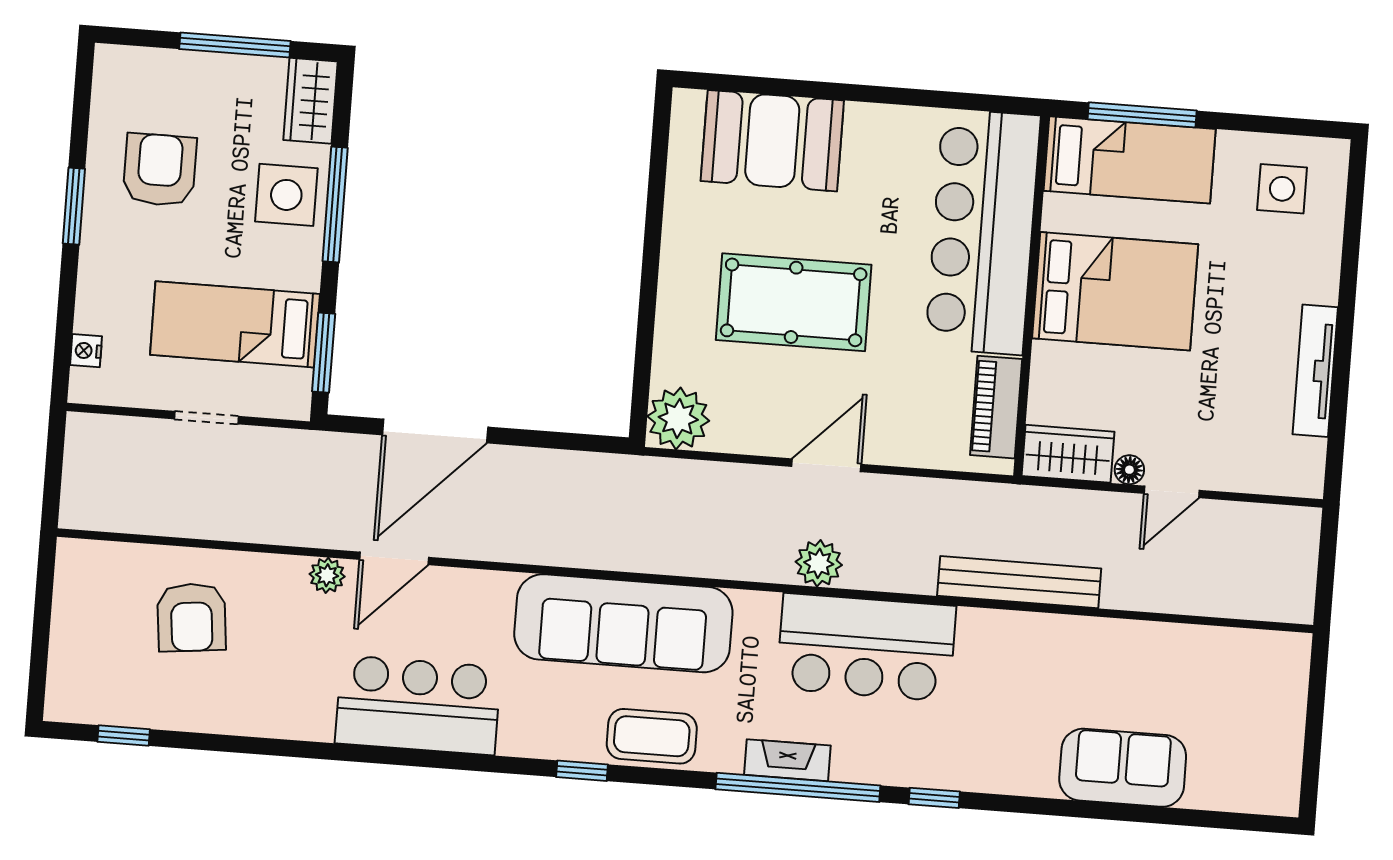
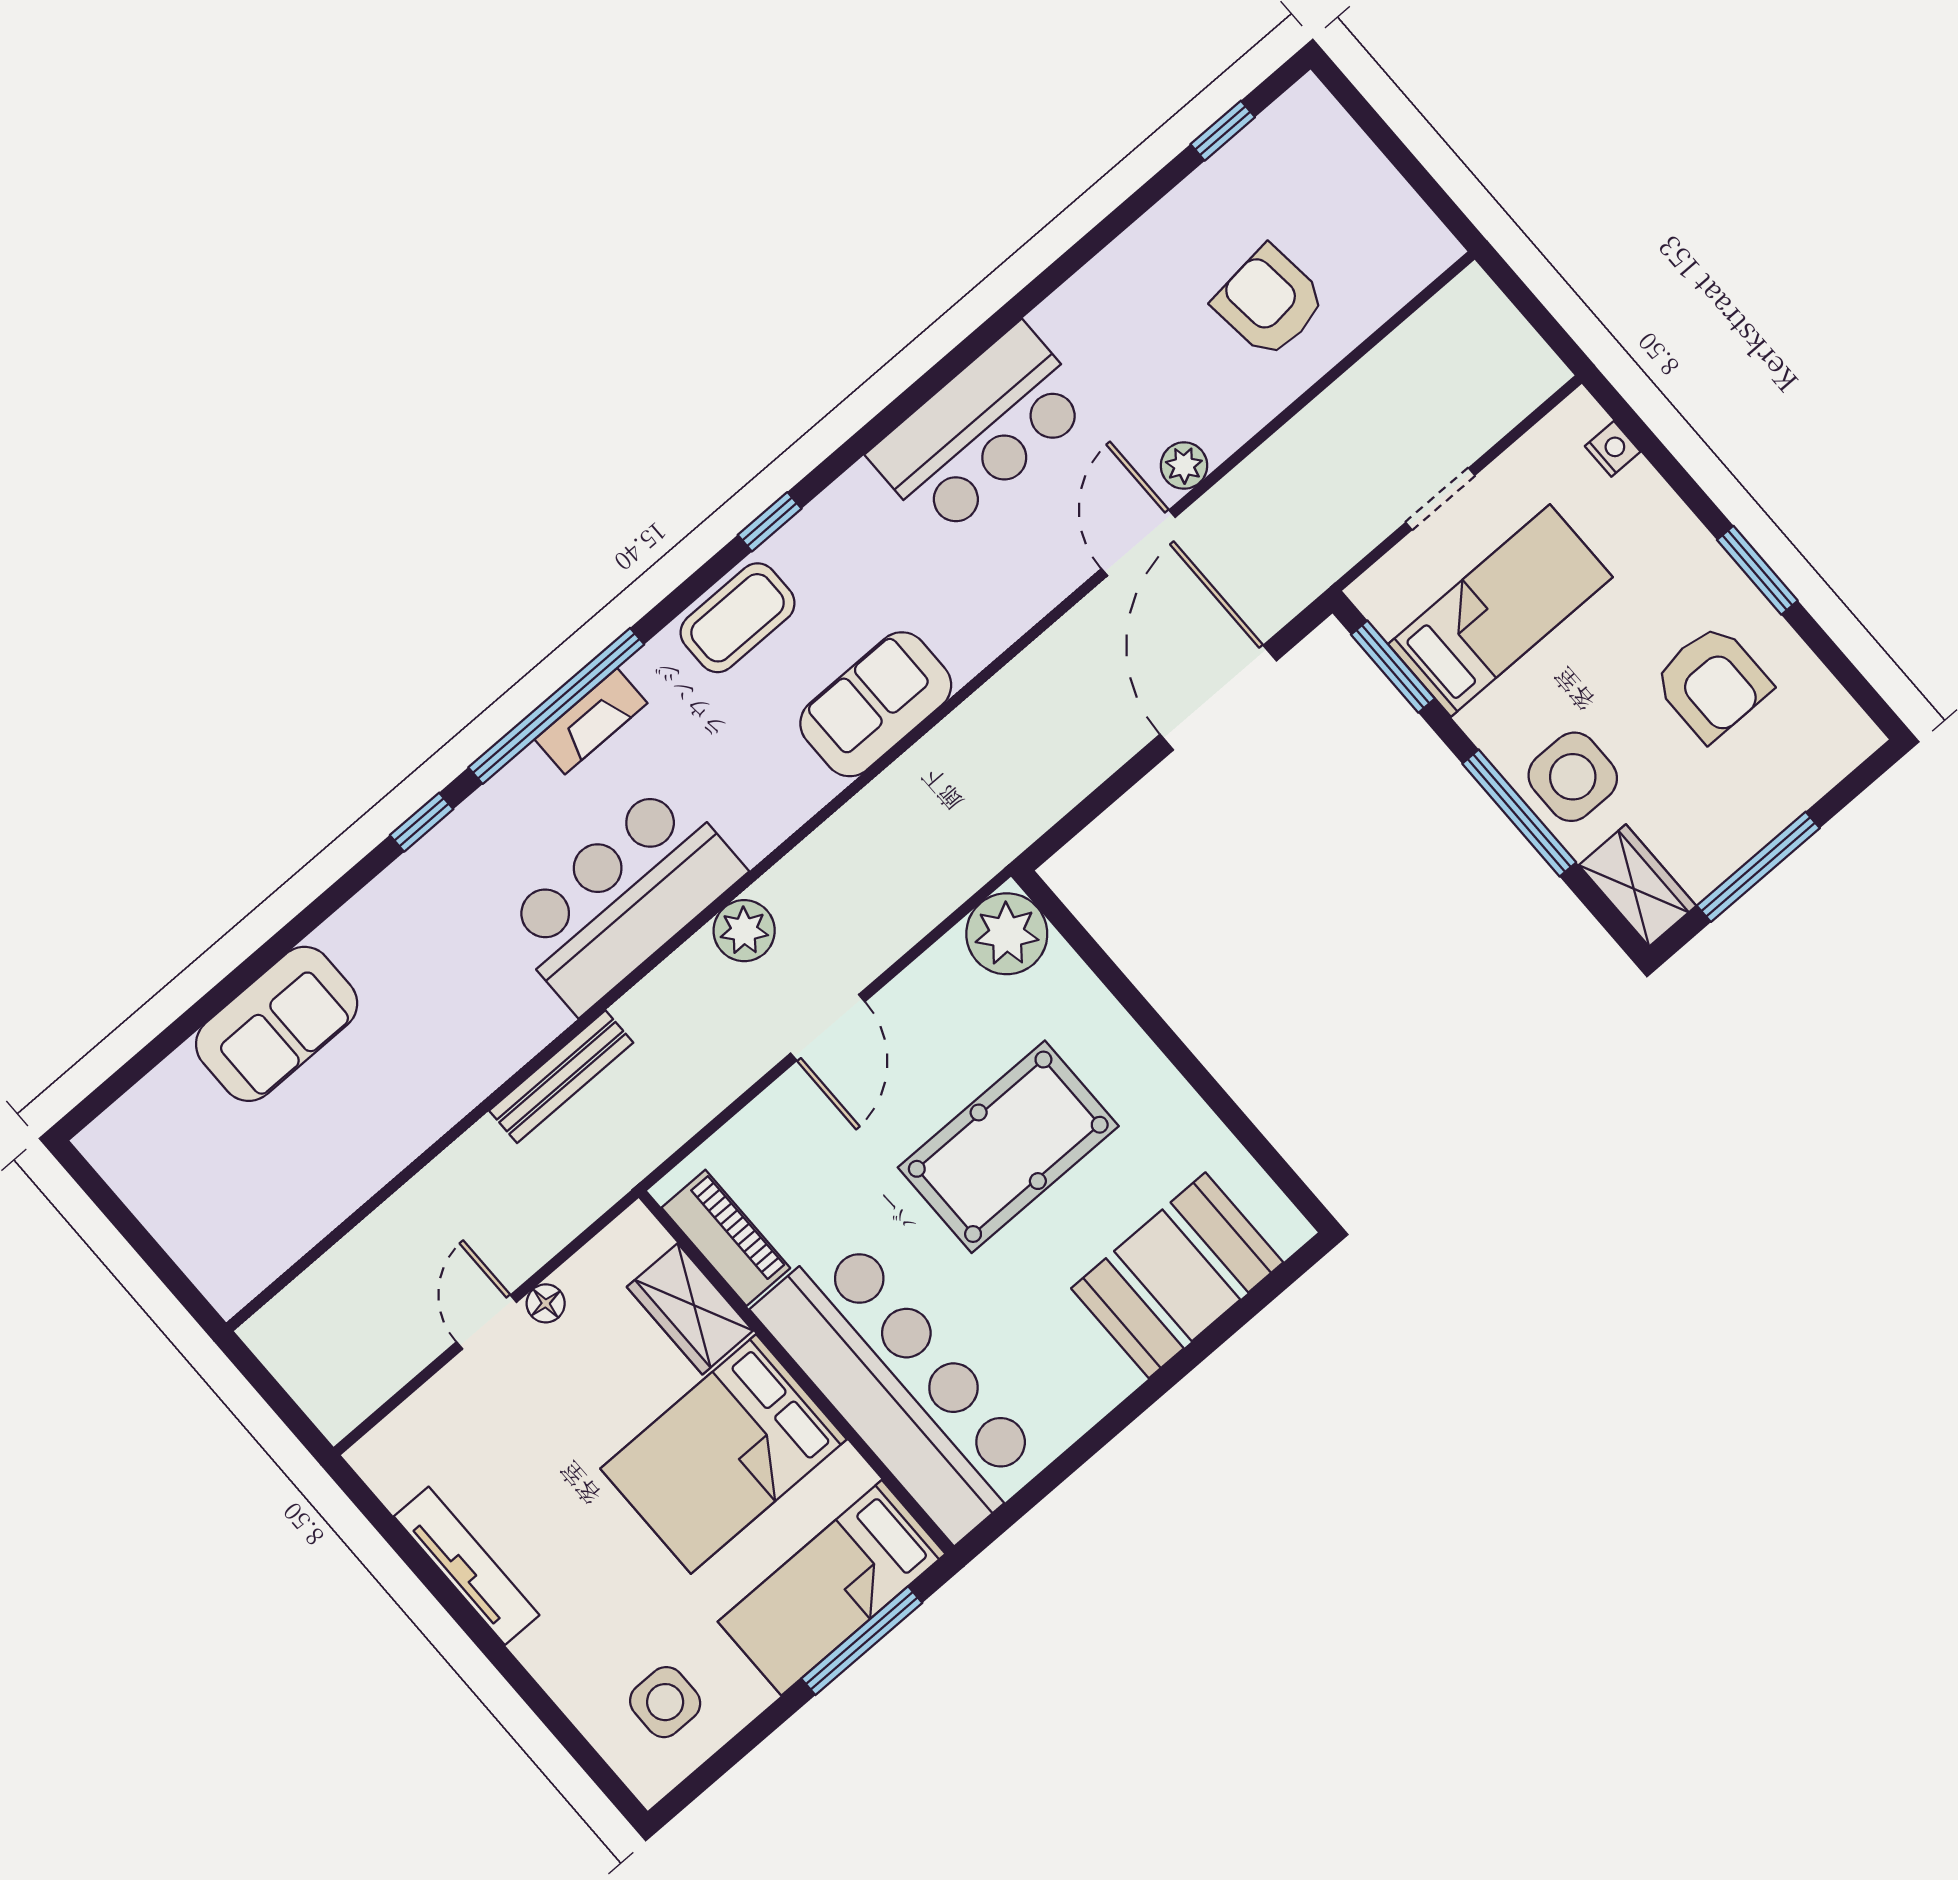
wardrobe: (1068, 454) -> (690, 1309), moved, turned 90
bench: (1019, 582) -> (561, 1077), width x0.73, depth x0.82
sofa: (623, 623) -> (876, 704), width x0.54, depth x0.79

